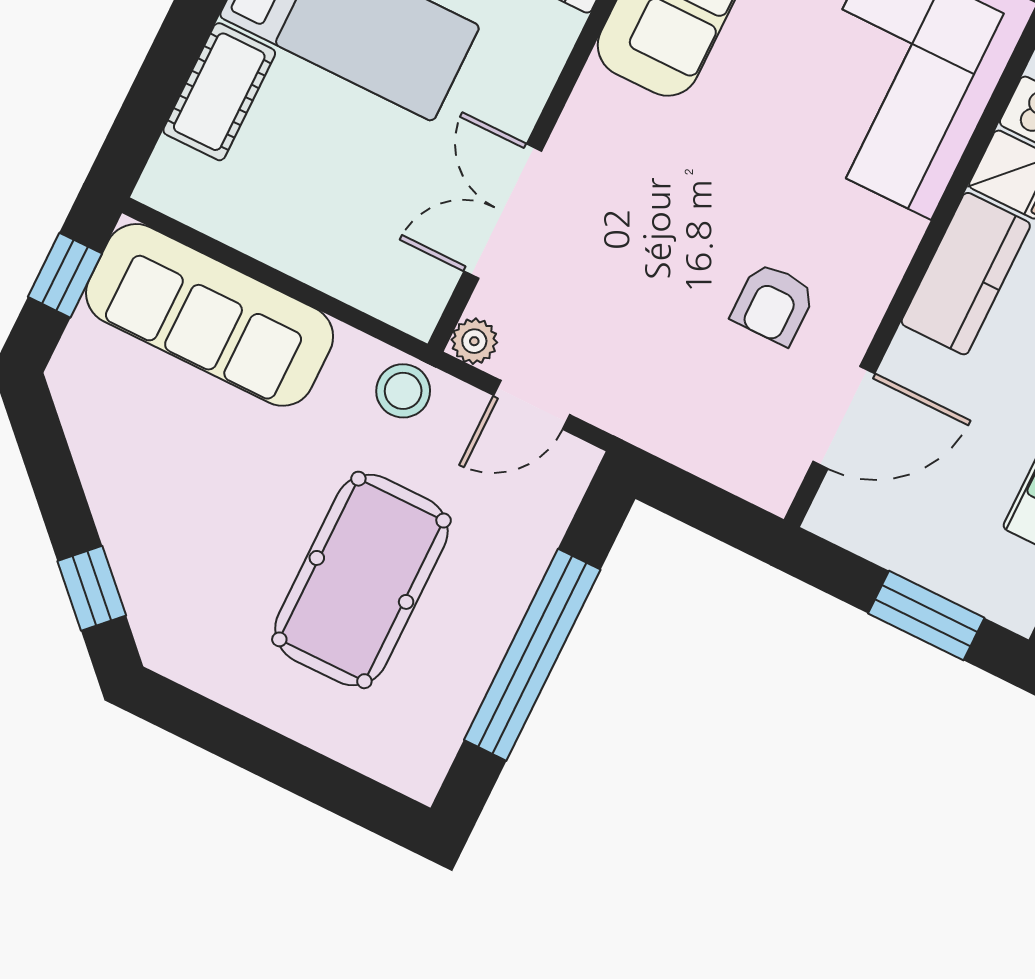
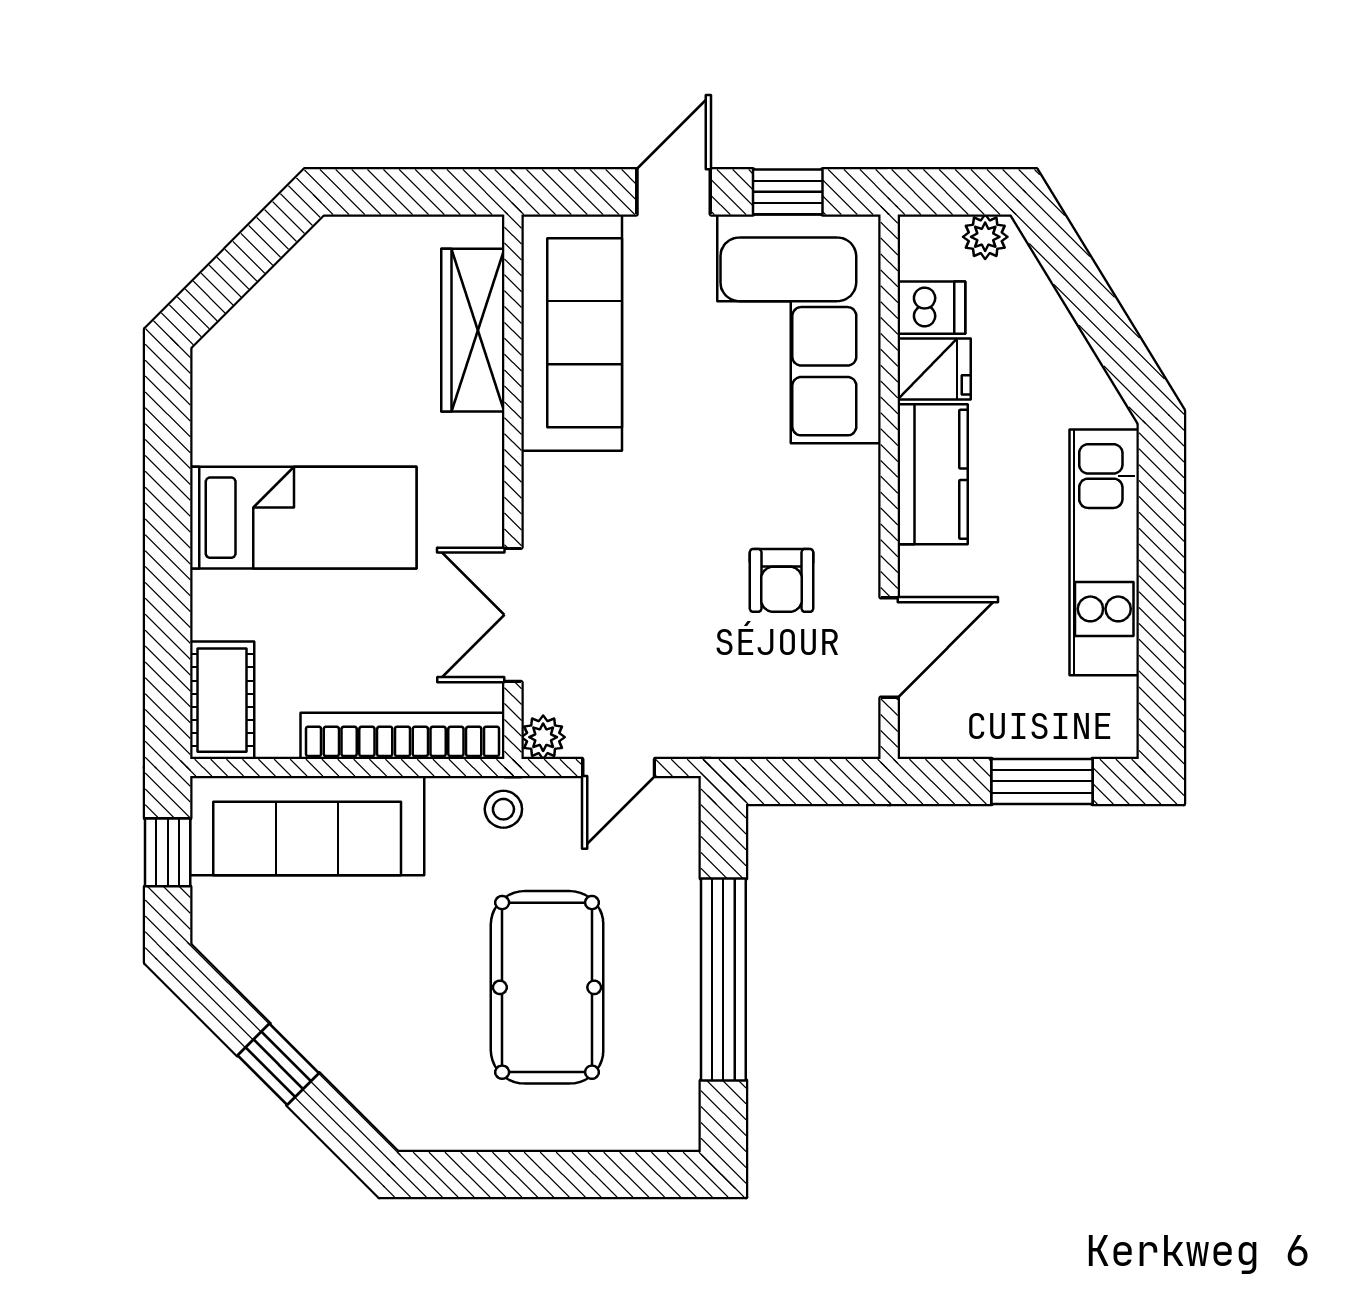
cot: (219, 92) -> (222, 700), moved
bookcase: (342, 274) -> (403, 736), added
stool: (403, 391) -> (503, 809), width x0.73, depth x0.73
window: (92, 588) -> (278, 1064), moved

